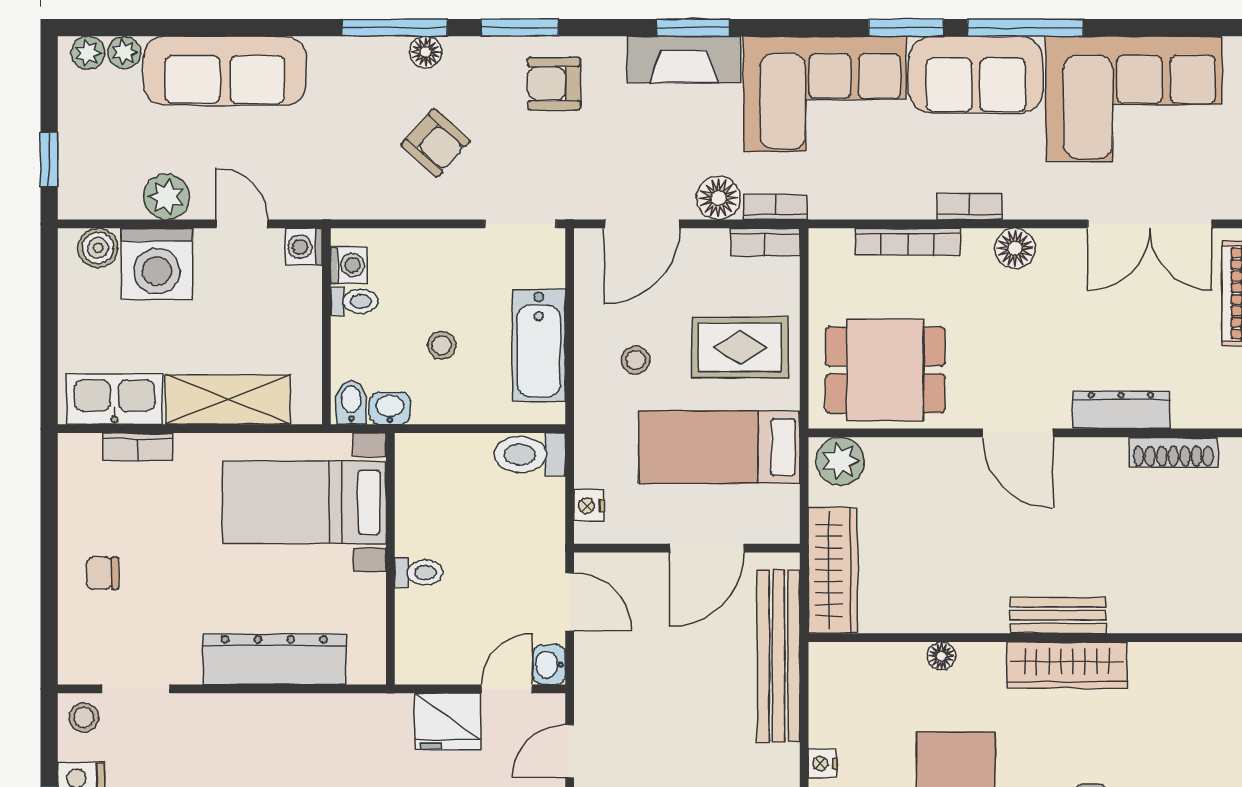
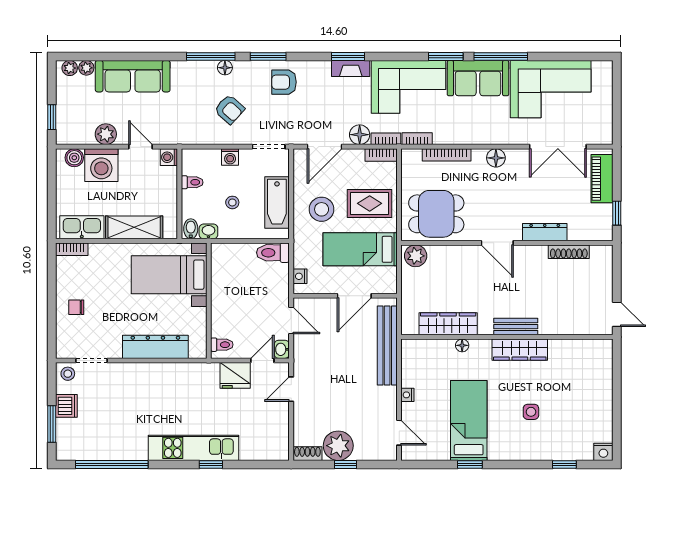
fireplace: (684, 60) -> (351, 68), width x0.73, depth x0.76
bookcase: (970, 207) -> (417, 139), moved
washing machine: (349, 265) -> (230, 157), moved, turned 90
stool: (636, 360) -> (322, 209), width x1.89, depth x1.89
bookcase: (137, 447) -> (72, 249), moved
wardrobe: (833, 570) -> (448, 324), moved, turned -90
toilet: (419, 573) -> (222, 345), moved

